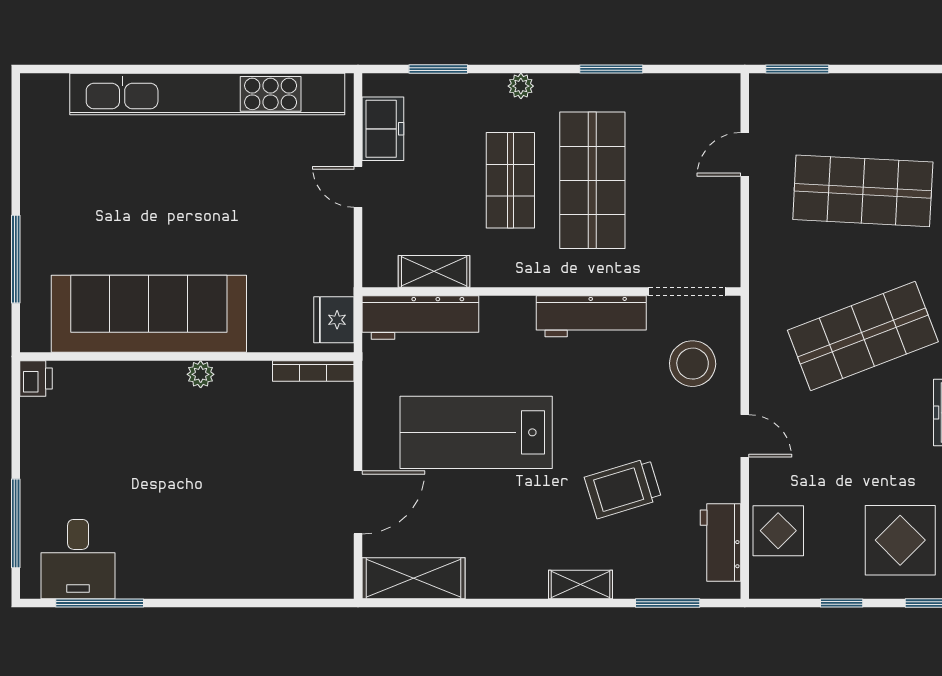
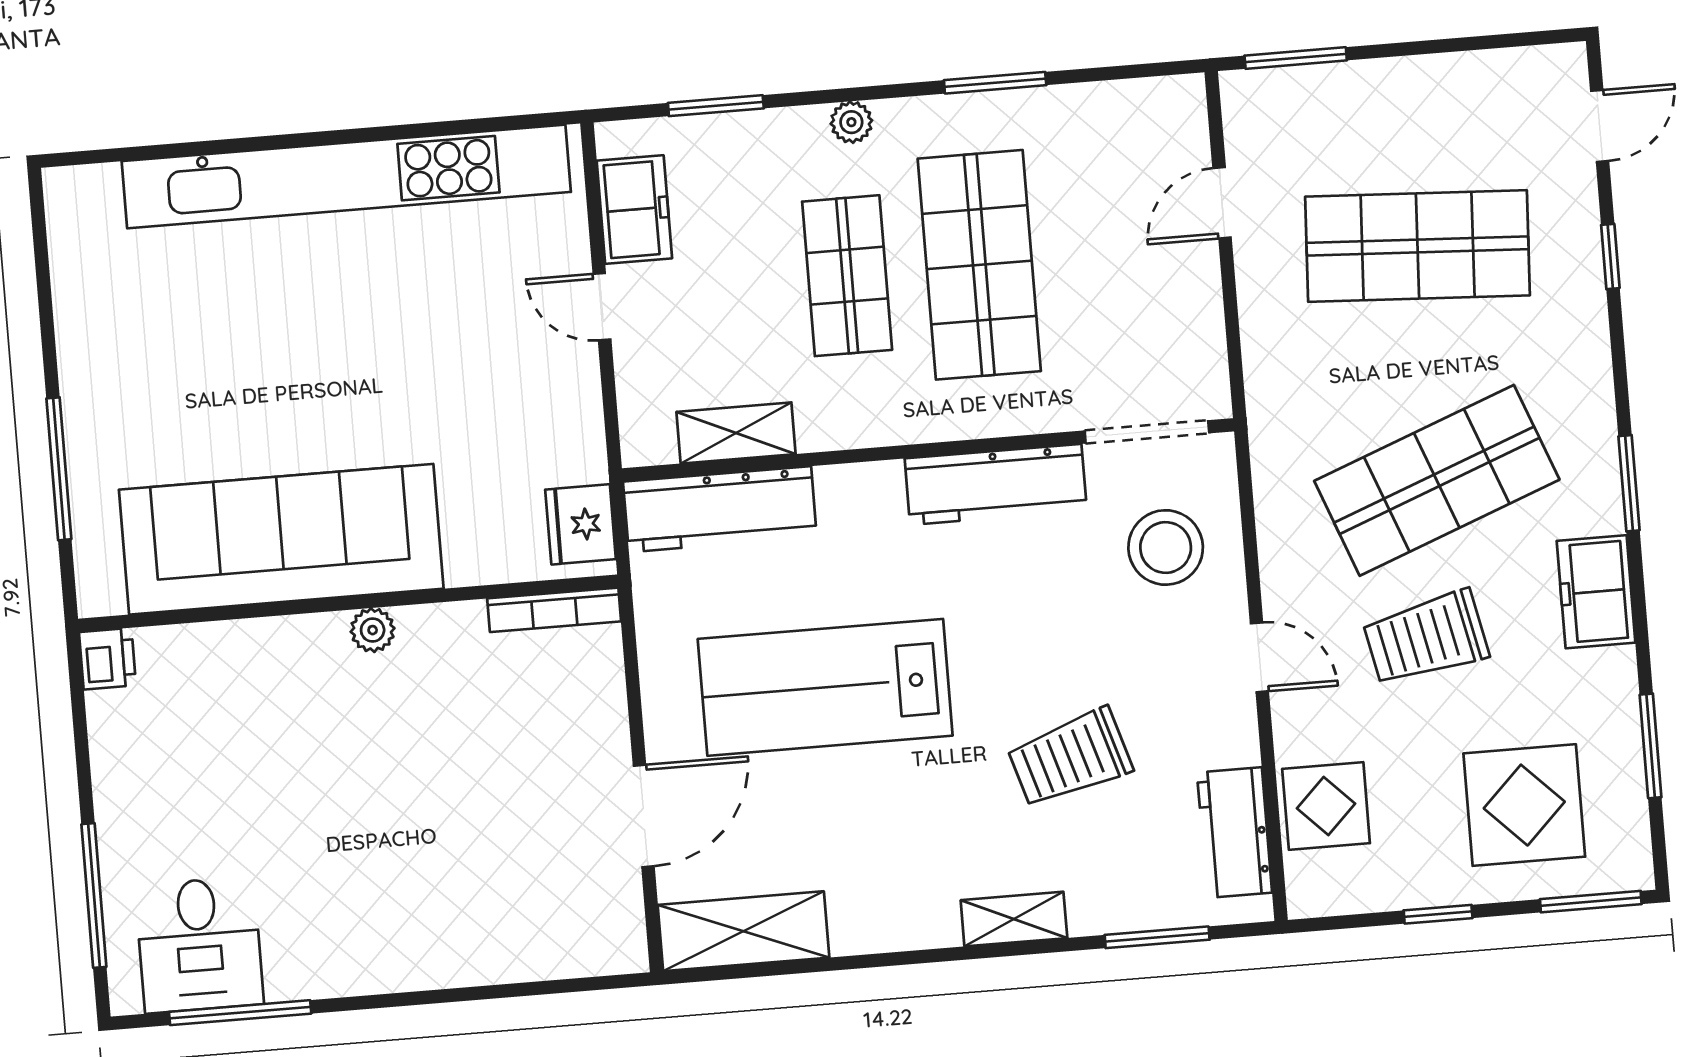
trolley: (848, 432) -> (1426, 638), added

